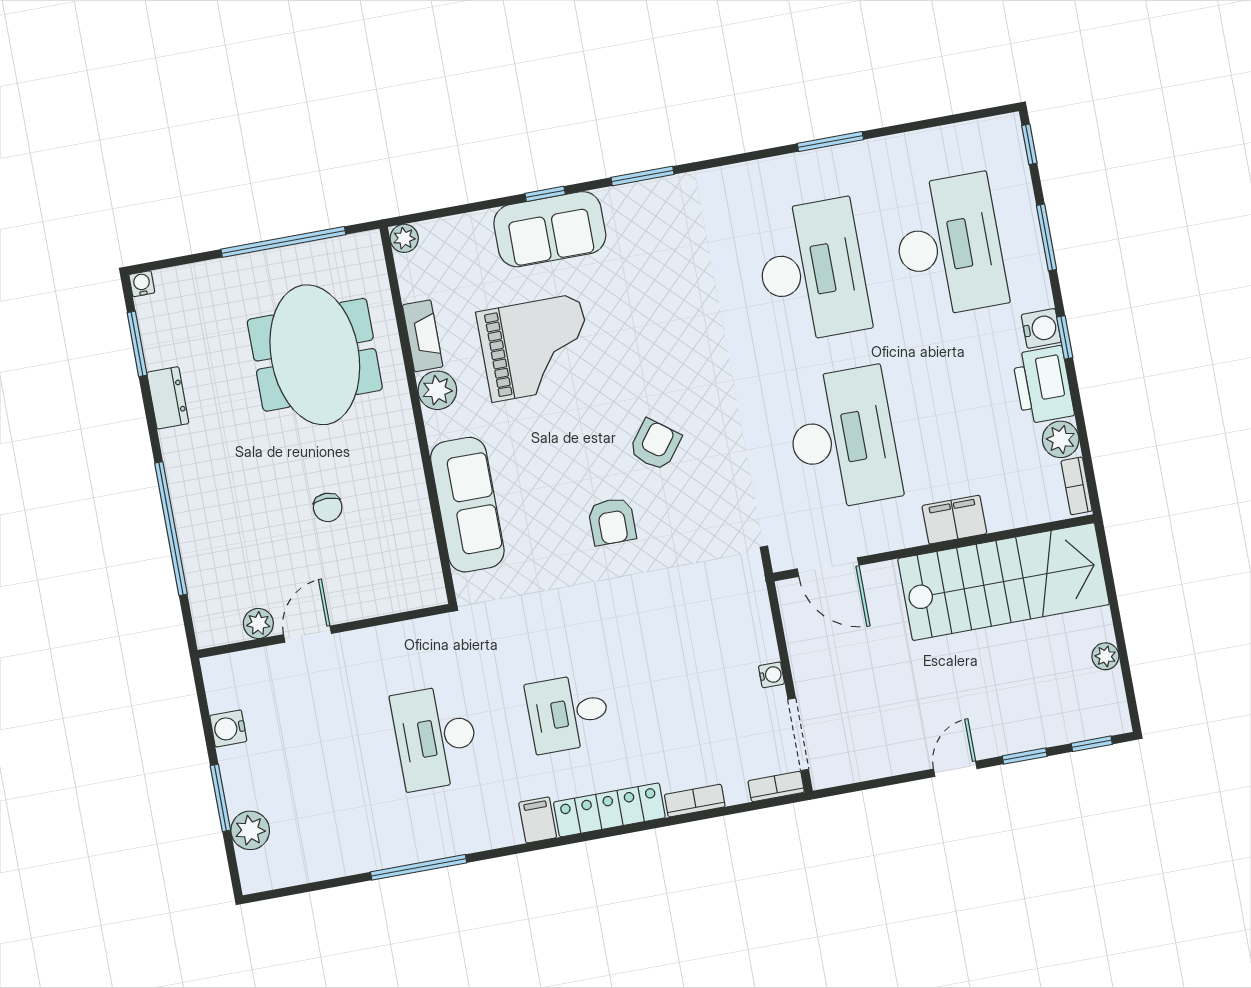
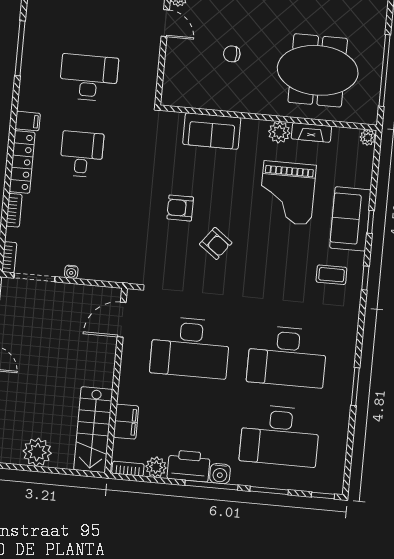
window: (643, 176) -> (365, 278), width x0.67
coffee table: (653, 235) -> (331, 275), added
window: (1065, 337) -> (211, 485), width x2.17
sofa: (467, 505) -> (212, 131), width x0.73
filing cabinet: (954, 520) -> (126, 422), moved
stairs: (1003, 582) -> (93, 430), width x0.73, depth x0.66
plant: (1105, 656) -> (37, 452), width x1.88, depth x1.88

